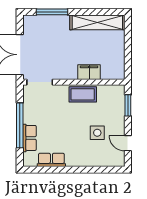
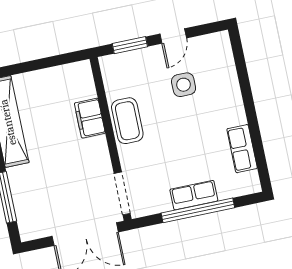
row of seats: (30, 138) -> (194, 195), moved
door: (128, 143) -> (173, 36), moved

